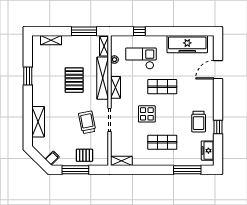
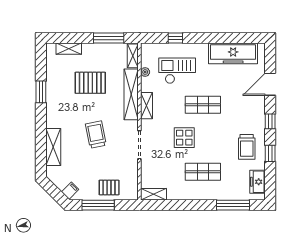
pallet: (74, 80) -> (90, 83), moved, turned 90
window: (218, 100) -> (270, 121), added
trolley: (87, 122) -> (96, 135), moved

